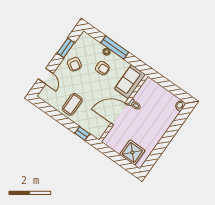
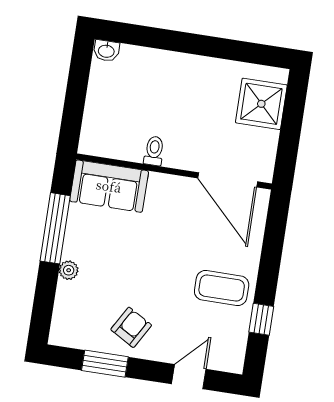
window: (115, 48) -> (55, 228), moved
armchair: (102, 68) -> (109, 262), removed
door: (119, 114) -> (228, 180), moved
window: (82, 133) -> (261, 319), moved

